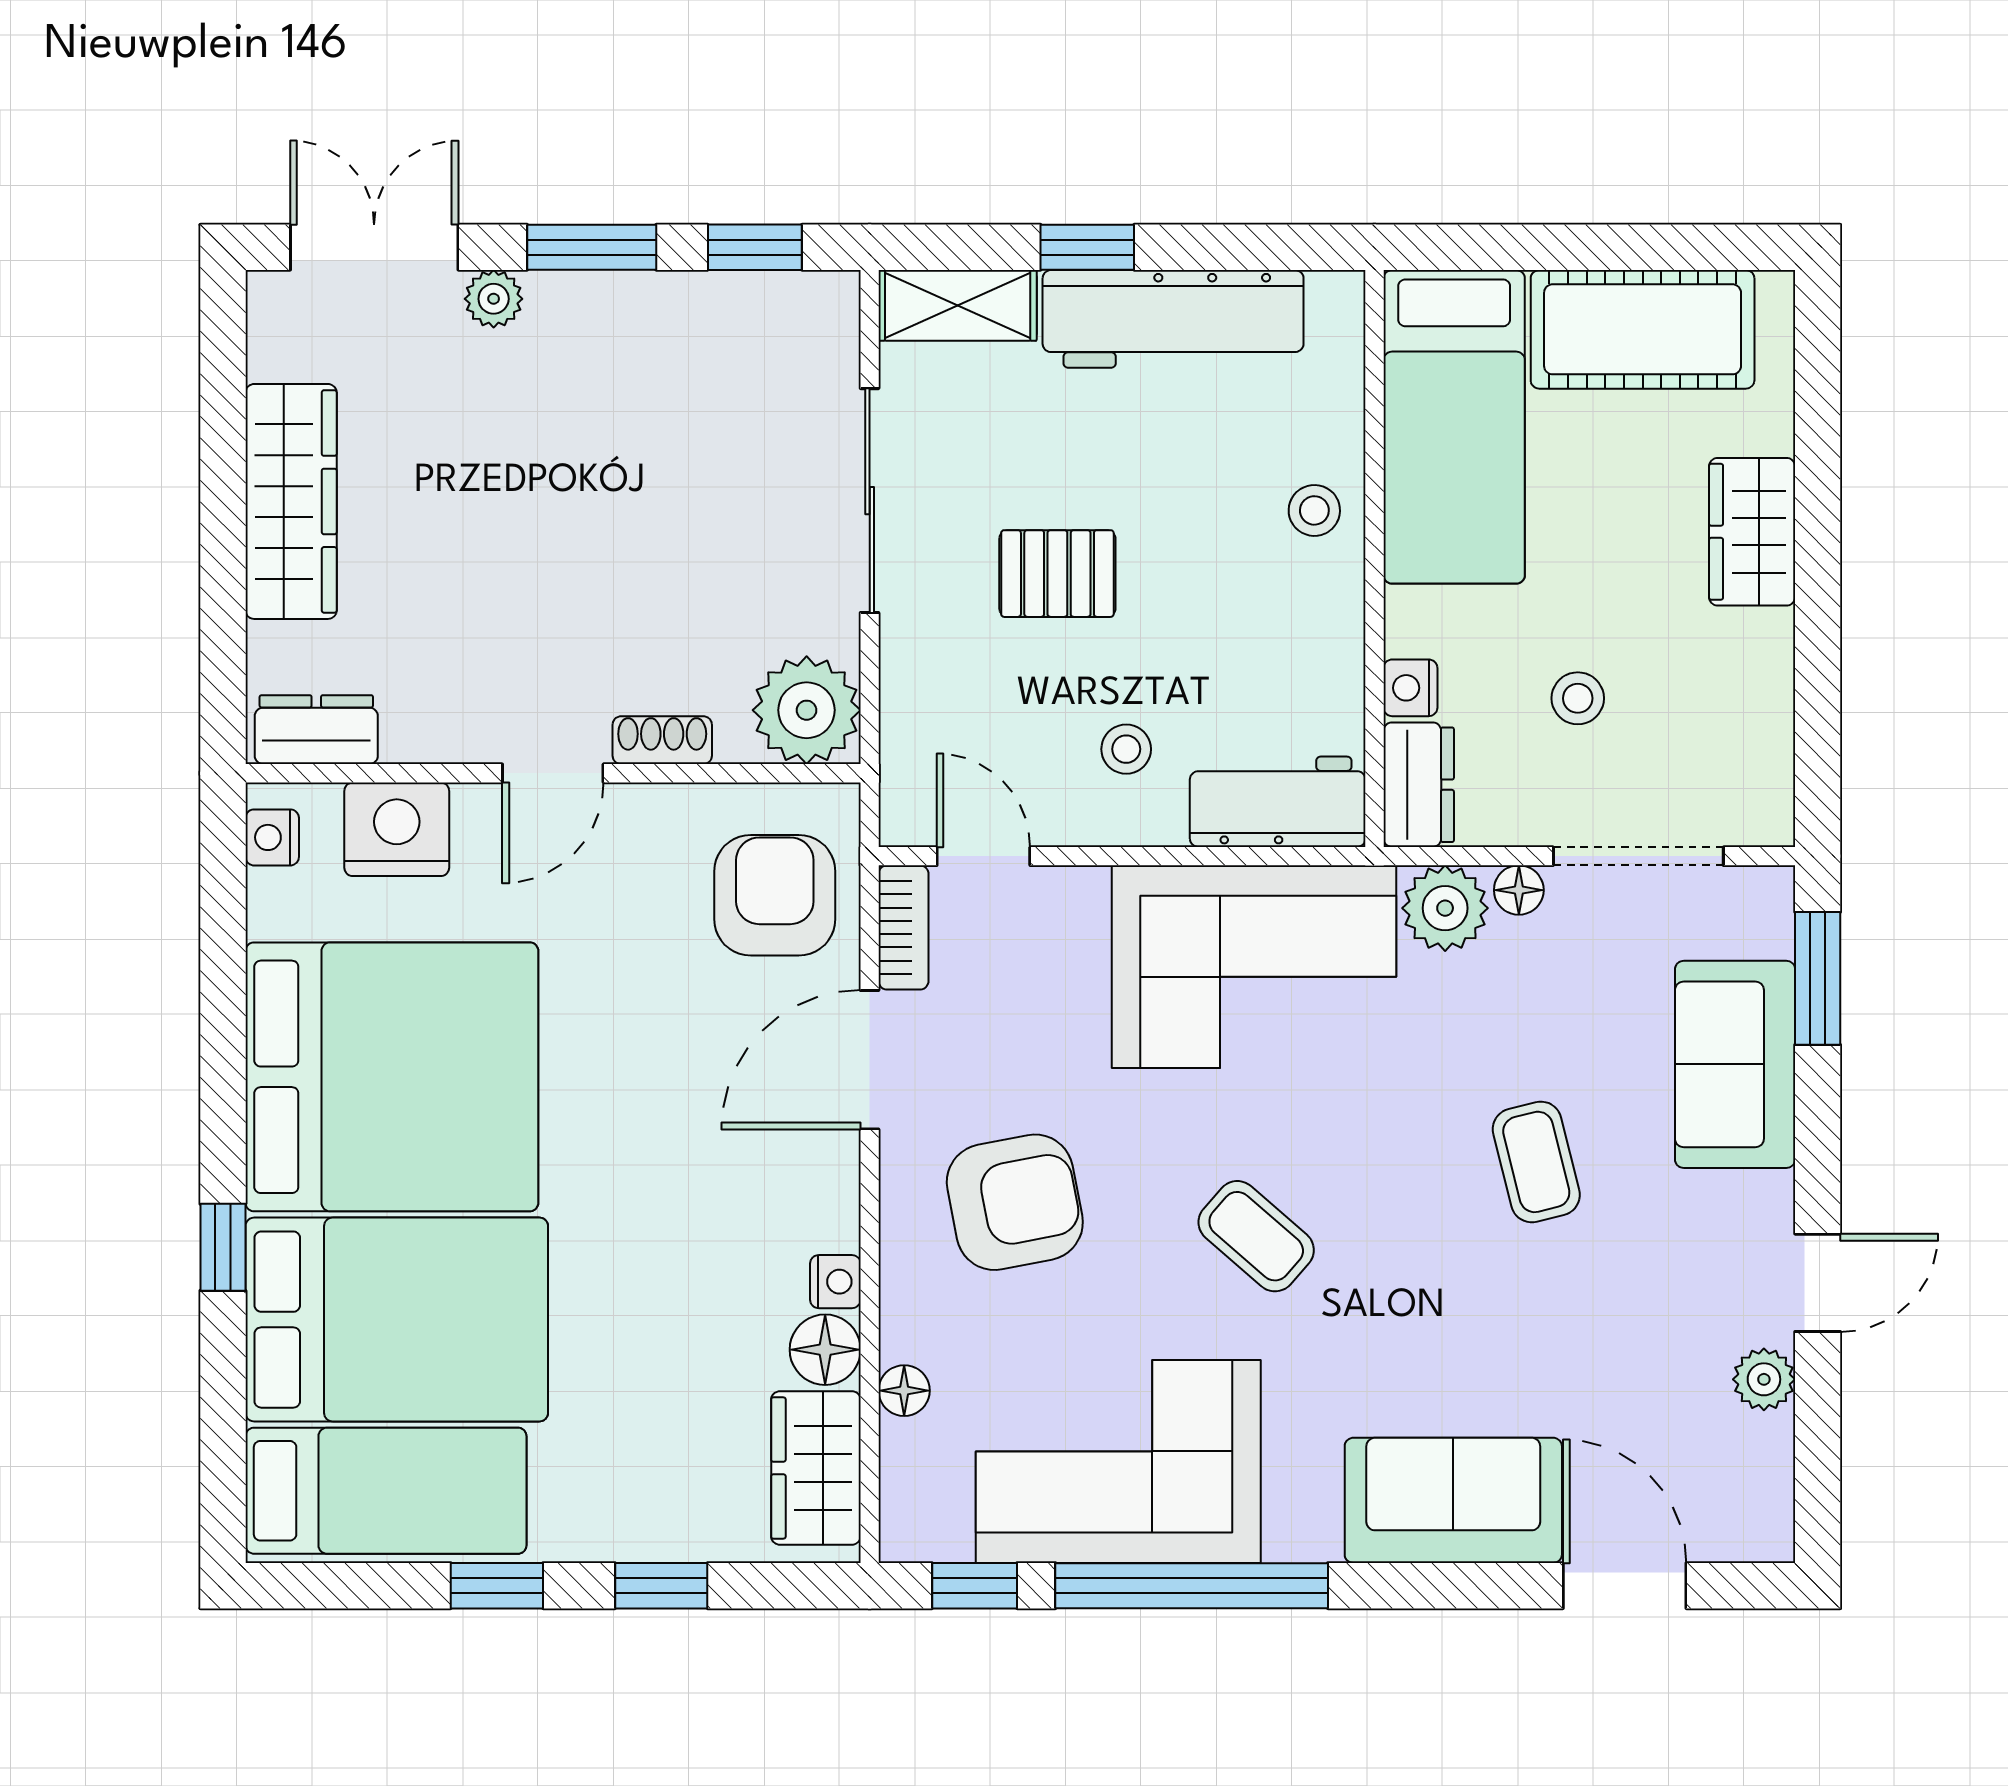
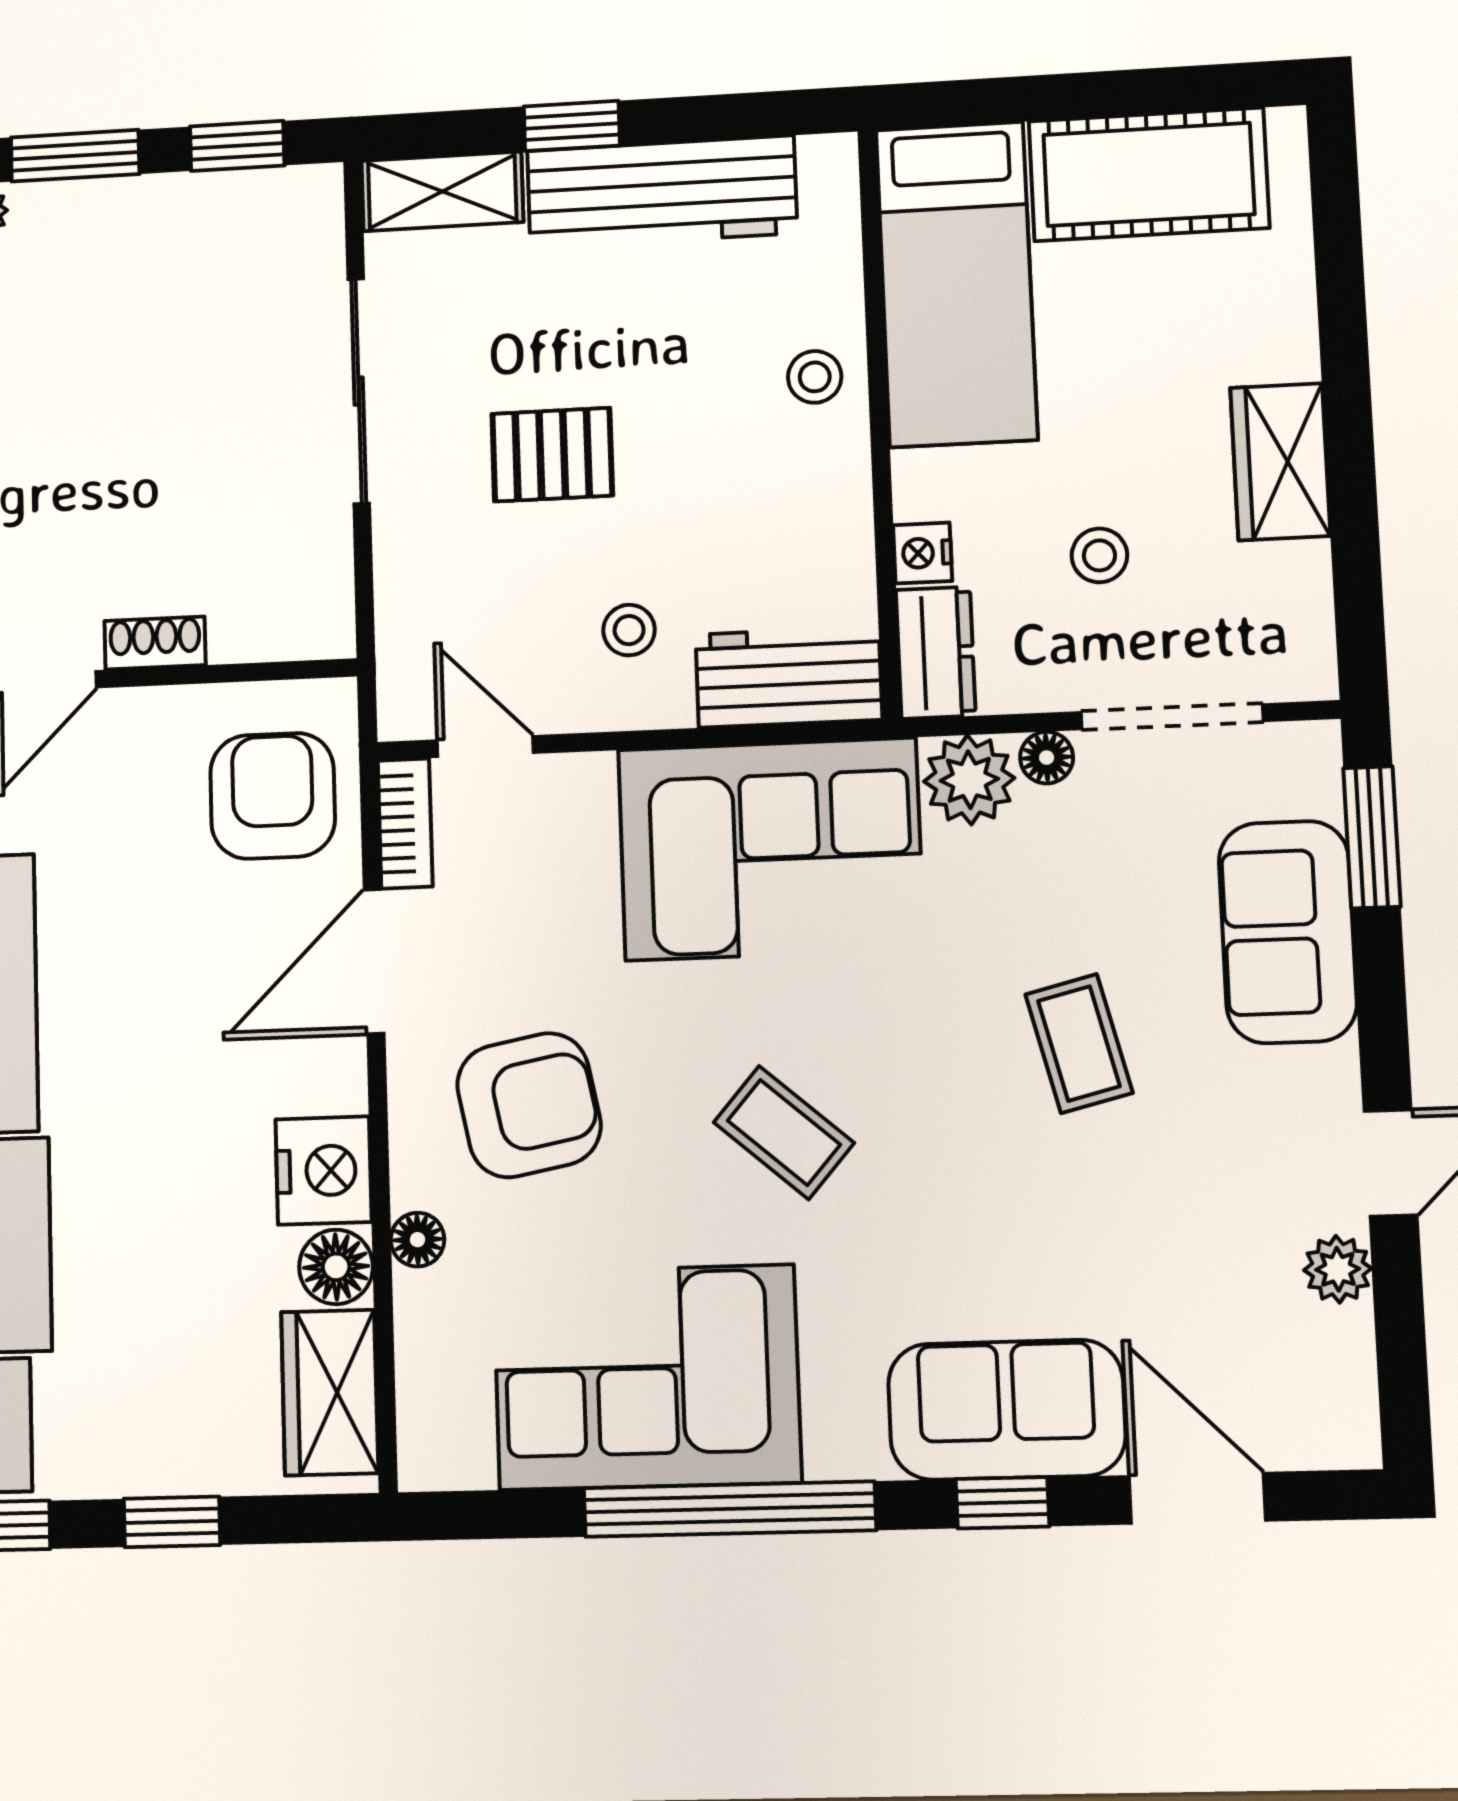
wardrobe: (1752, 532) -> (1280, 462), moved
plant: (807, 710) -> (300, 606), removed
nightstand: (835, 1282) -> (323, 1171), width x1.89, depth x1.79
floor lamp: (904, 1391) -> (418, 1240), moved
window: (975, 1586) -> (1002, 1503), moved

